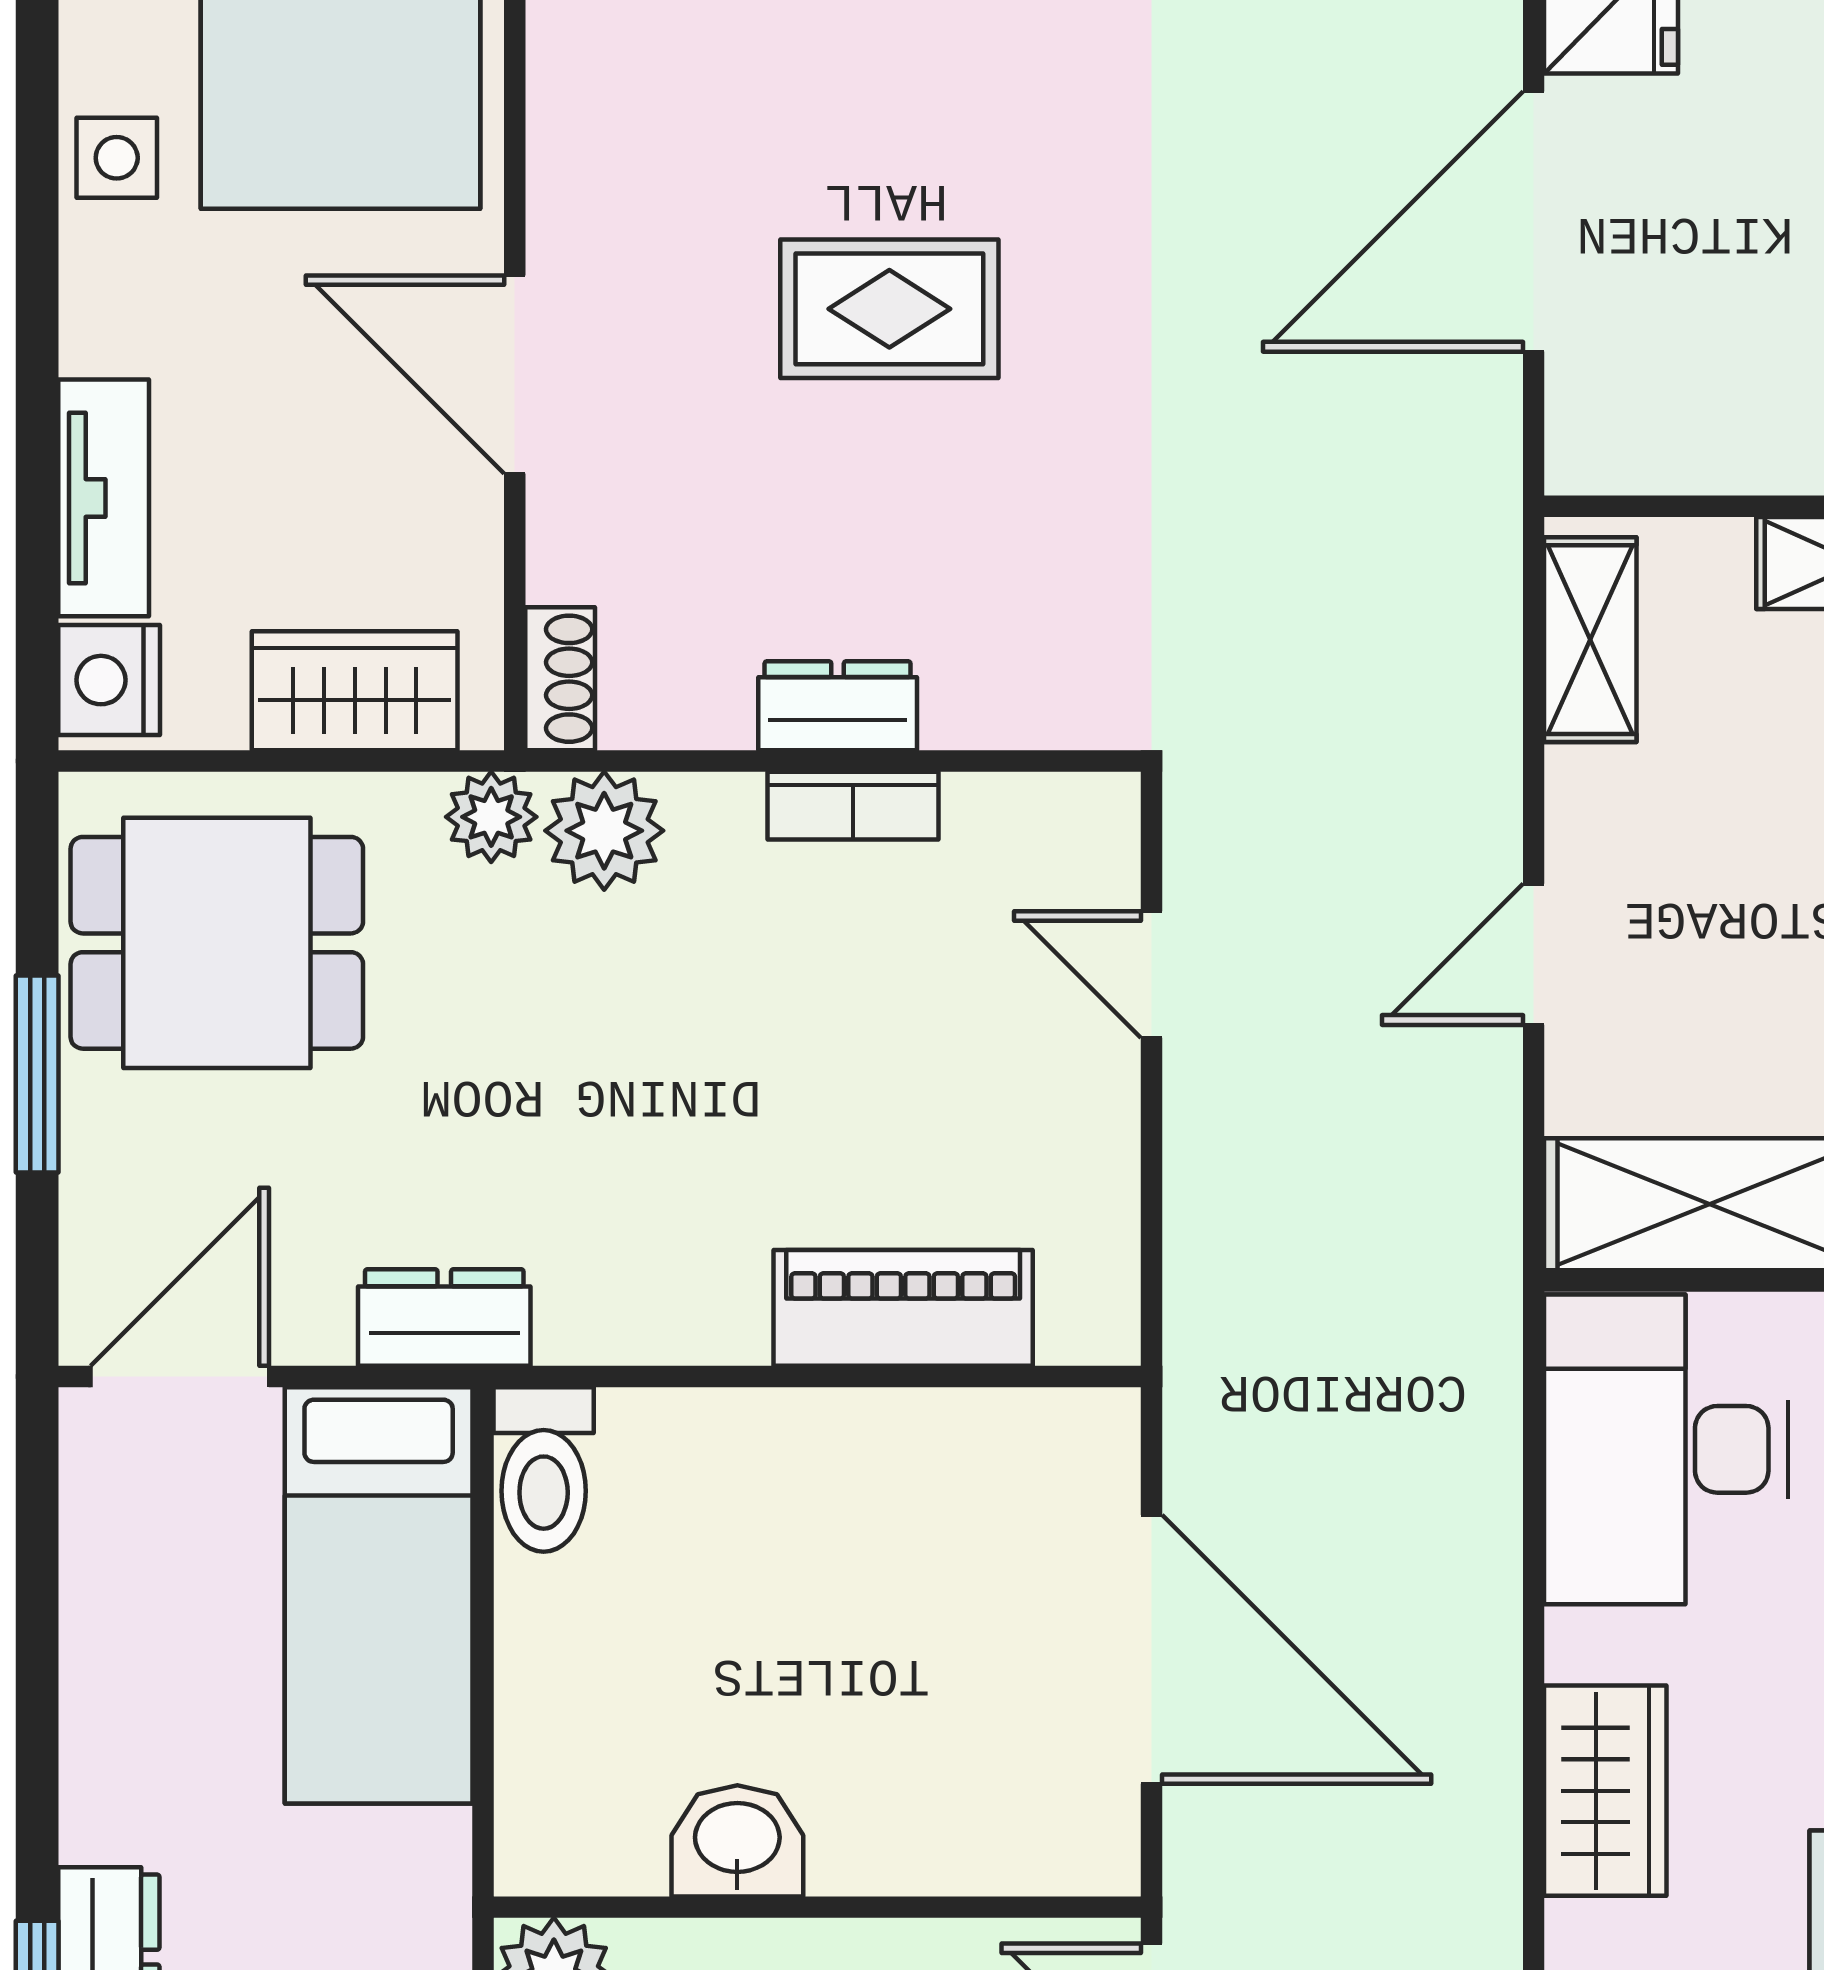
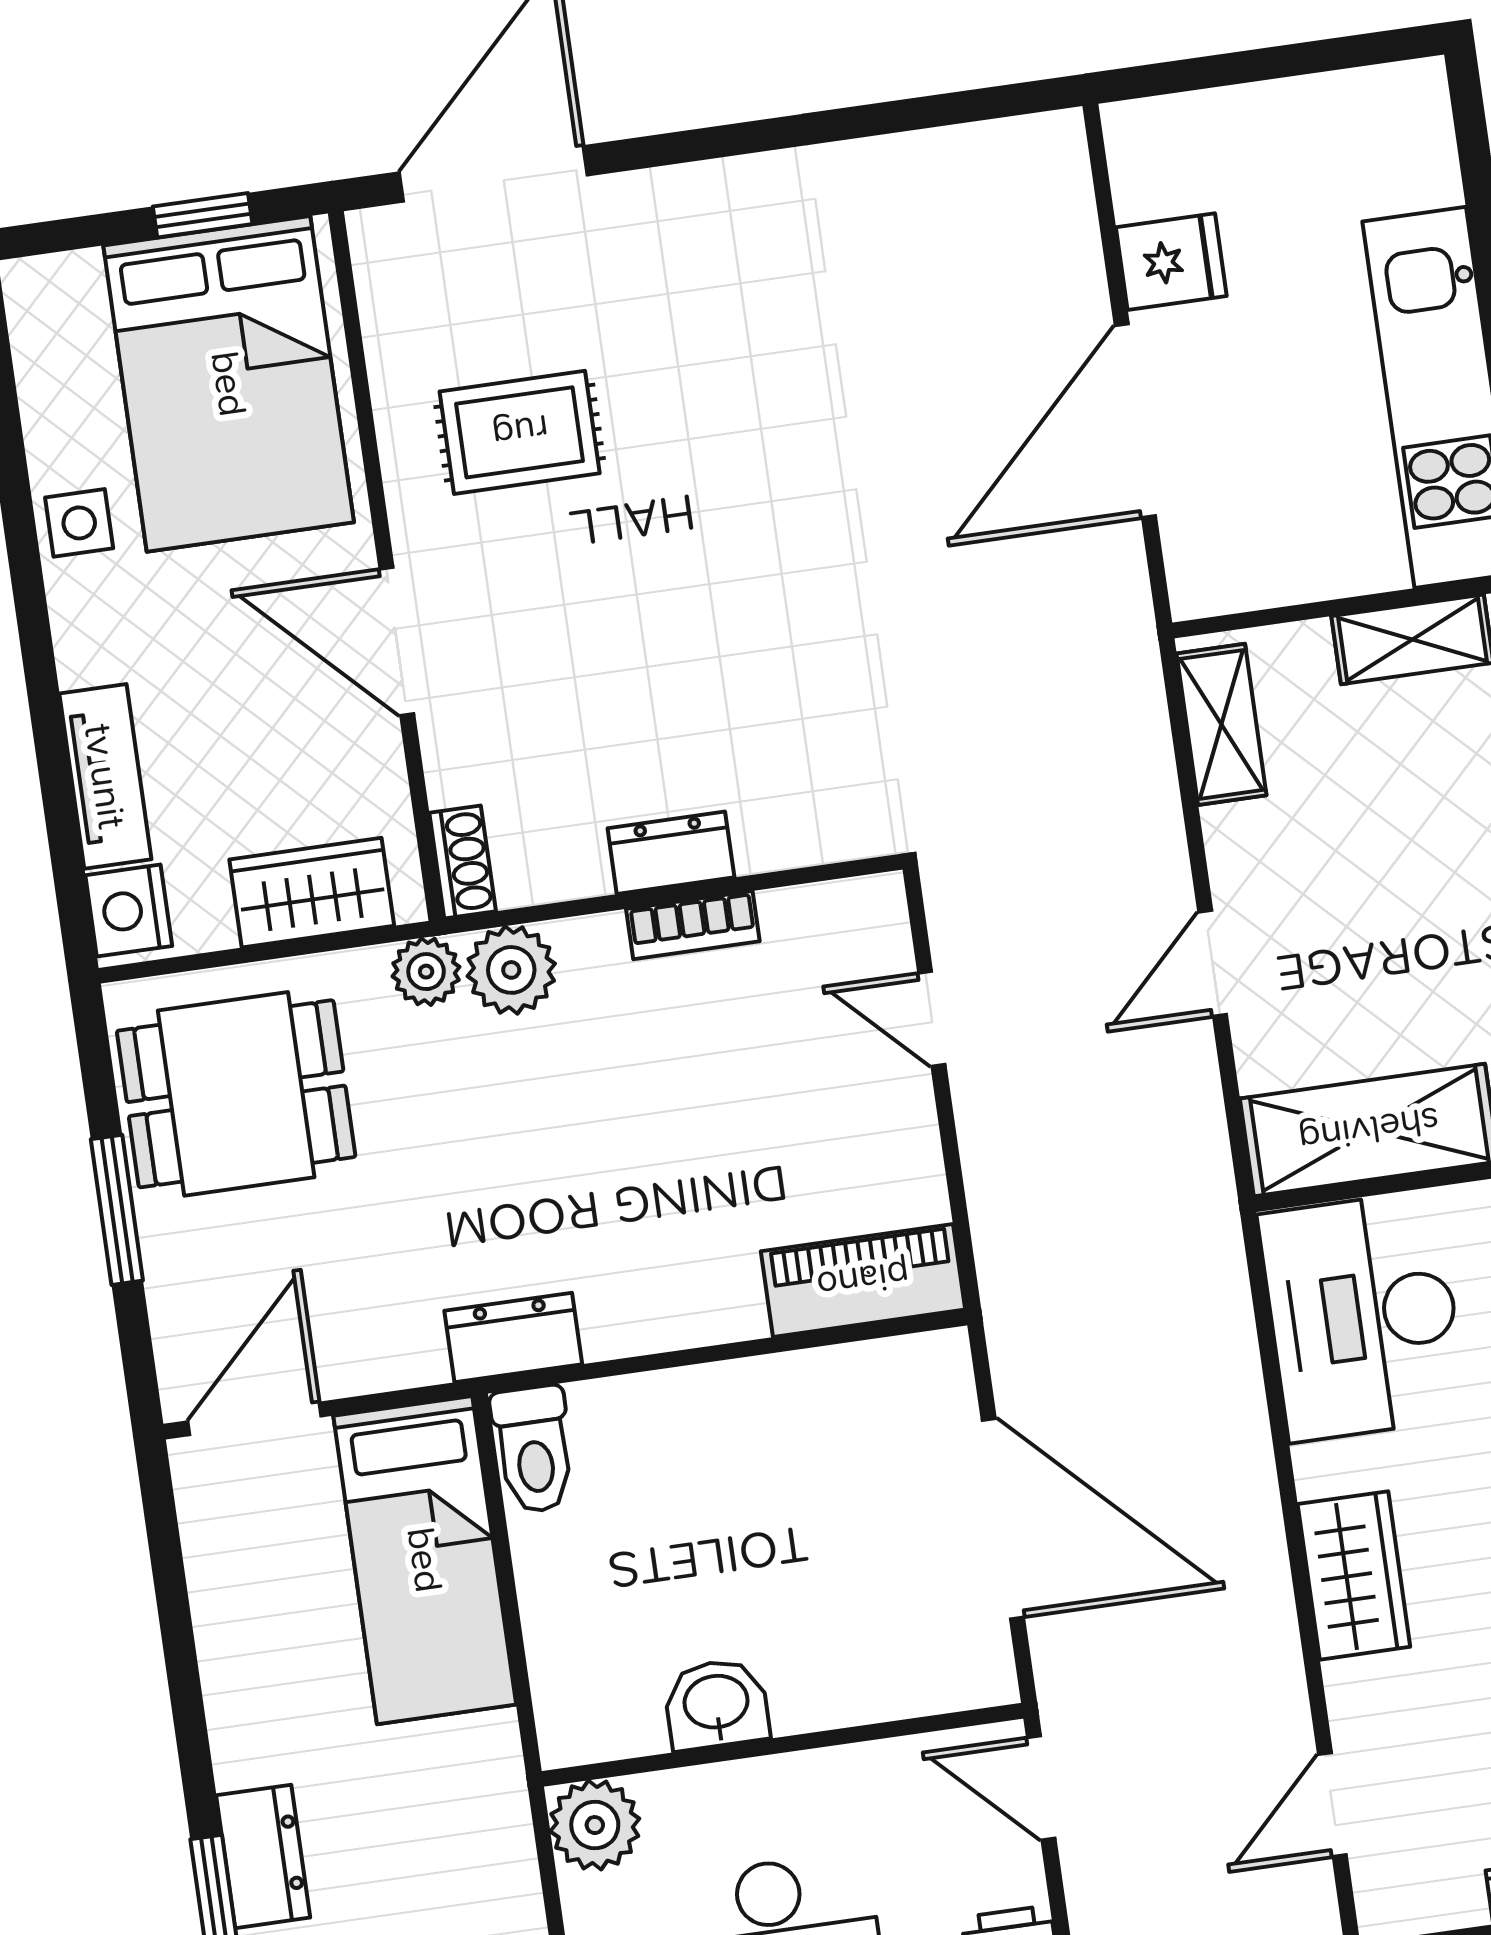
rug: (889, 309) -> (520, 432), moved
piano: (903, 1308) -> (863, 1280), moved
dresser: (444, 1317) -> (513, 1337), moved

